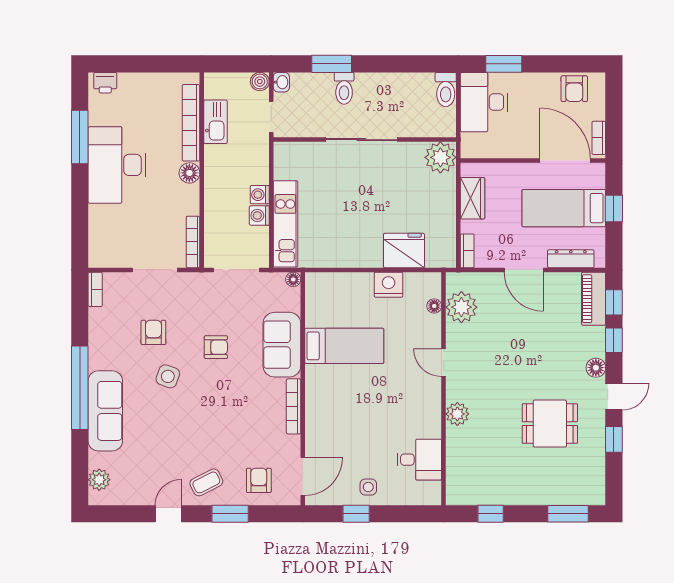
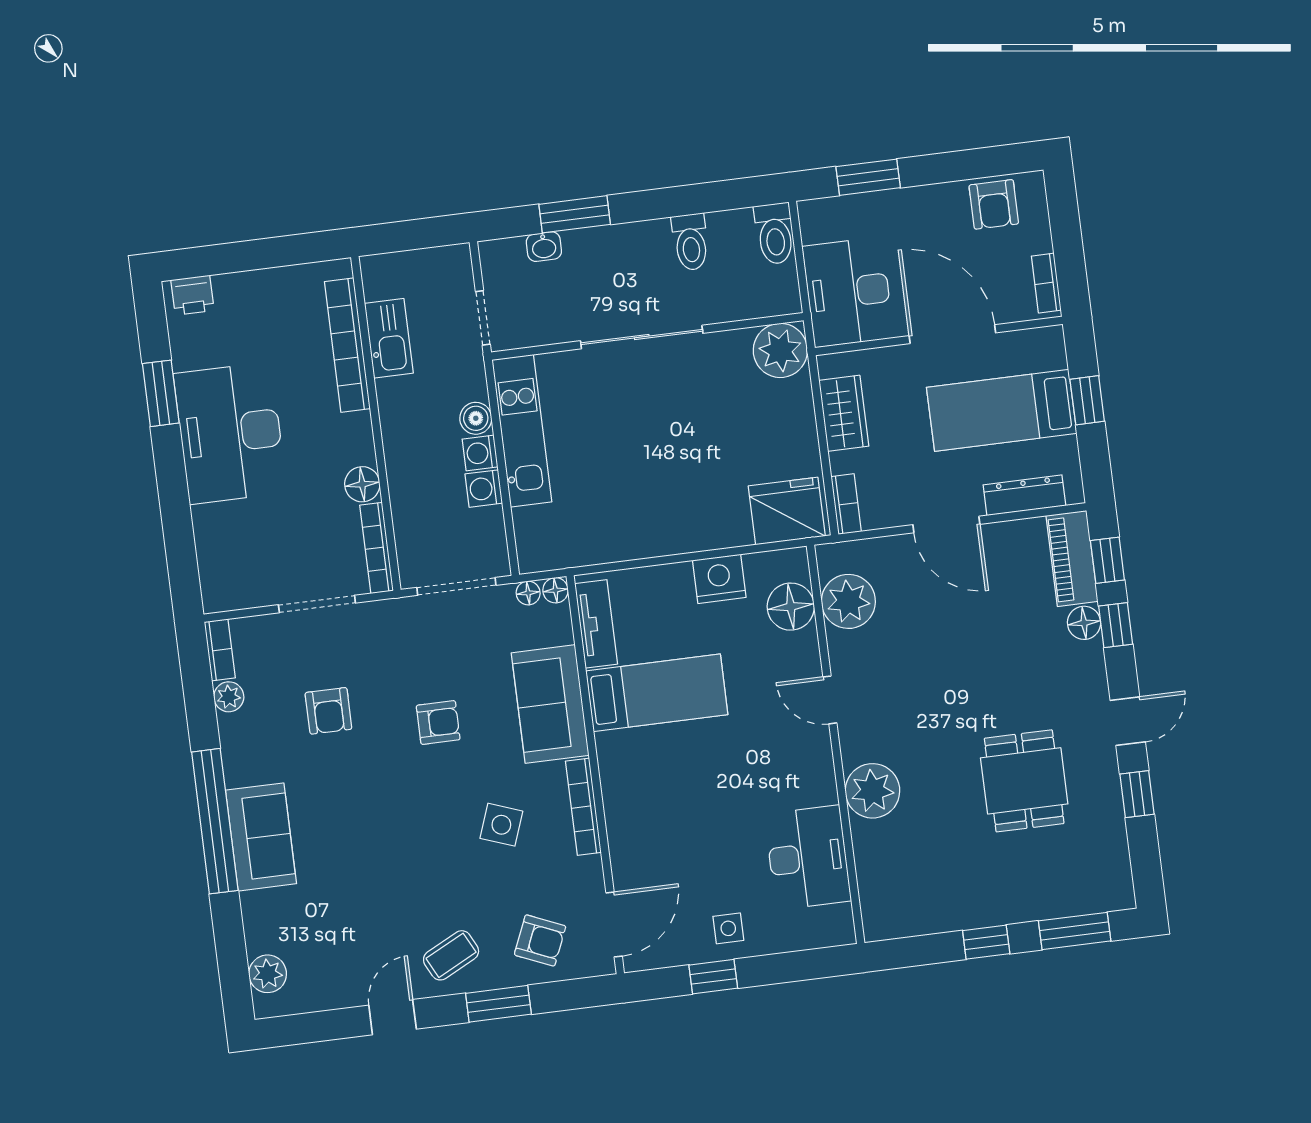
boiler: (260, 82) -> (476, 418), moved
washbasin: (281, 82) -> (544, 247), moved, turned 90
toilet: (344, 88) -> (690, 242), moved
desk: (484, 102) -> (848, 292), moved
window: (80, 137) -> (161, 393), width x0.69
door: (565, 161) -> (952, 334), moved
floor lamp: (189, 173) -> (362, 484), moved
kitchen unit: (285, 224) -> (522, 431), moved
fridge: (404, 251) -> (787, 511), moved
floor lamp: (277, 279) -> (528, 593), added
tv unit: (314, 302) -> (596, 624), added
floor lamp: (434, 306) -> (791, 607), width x1.89, depth x1.89
plant: (97, 317) -> (229, 697), added
armchair: (153, 332) -> (328, 711), turned 180
floor lamp: (596, 368) -> (1084, 623), moved
side table: (168, 376) -> (501, 825), moved
sofa: (105, 411) -> (261, 837), width x0.73
plant: (457, 414) -> (872, 791), width x1.36, depth x1.36
dining table: (550, 424) -> (1024, 781), turned 90
desk: (419, 460) -> (808, 857), width x1.37
armchair: (259, 480) -> (540, 940), turned 113
window: (491, 514) -> (986, 942), moved

